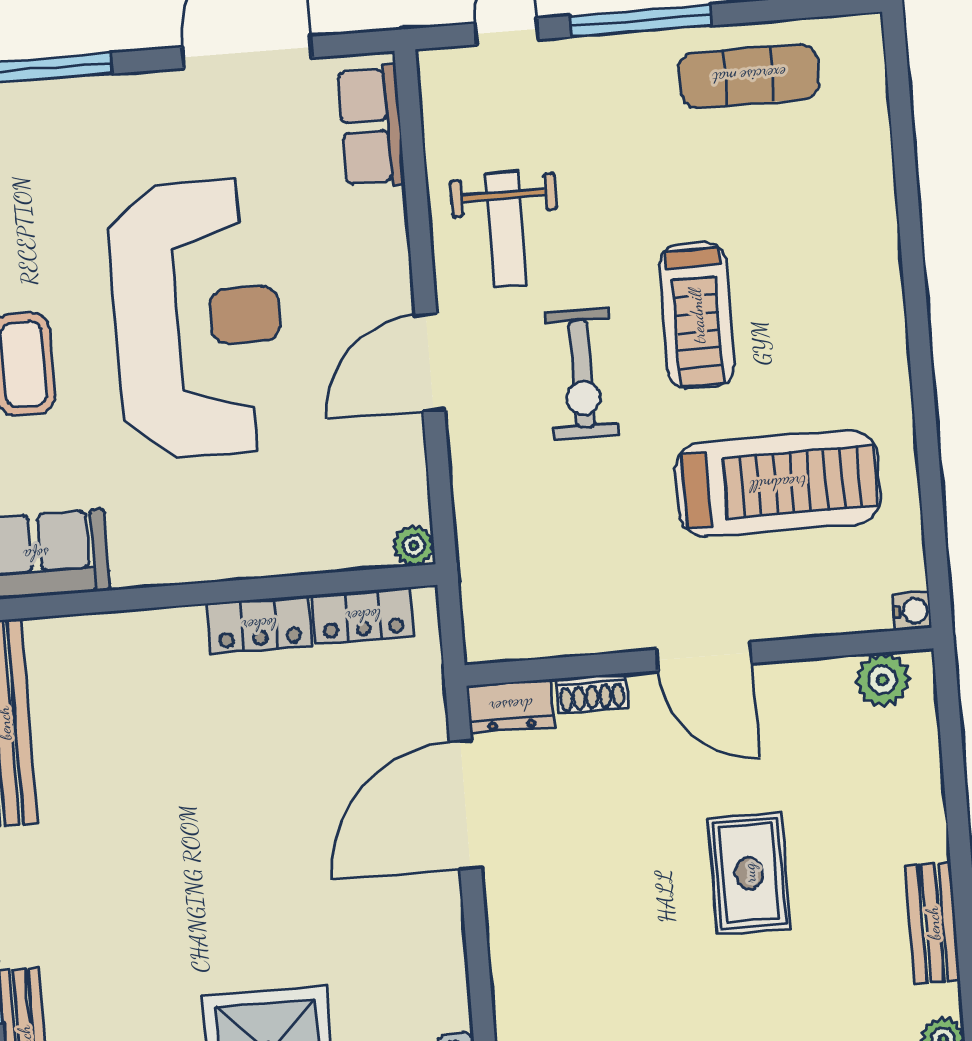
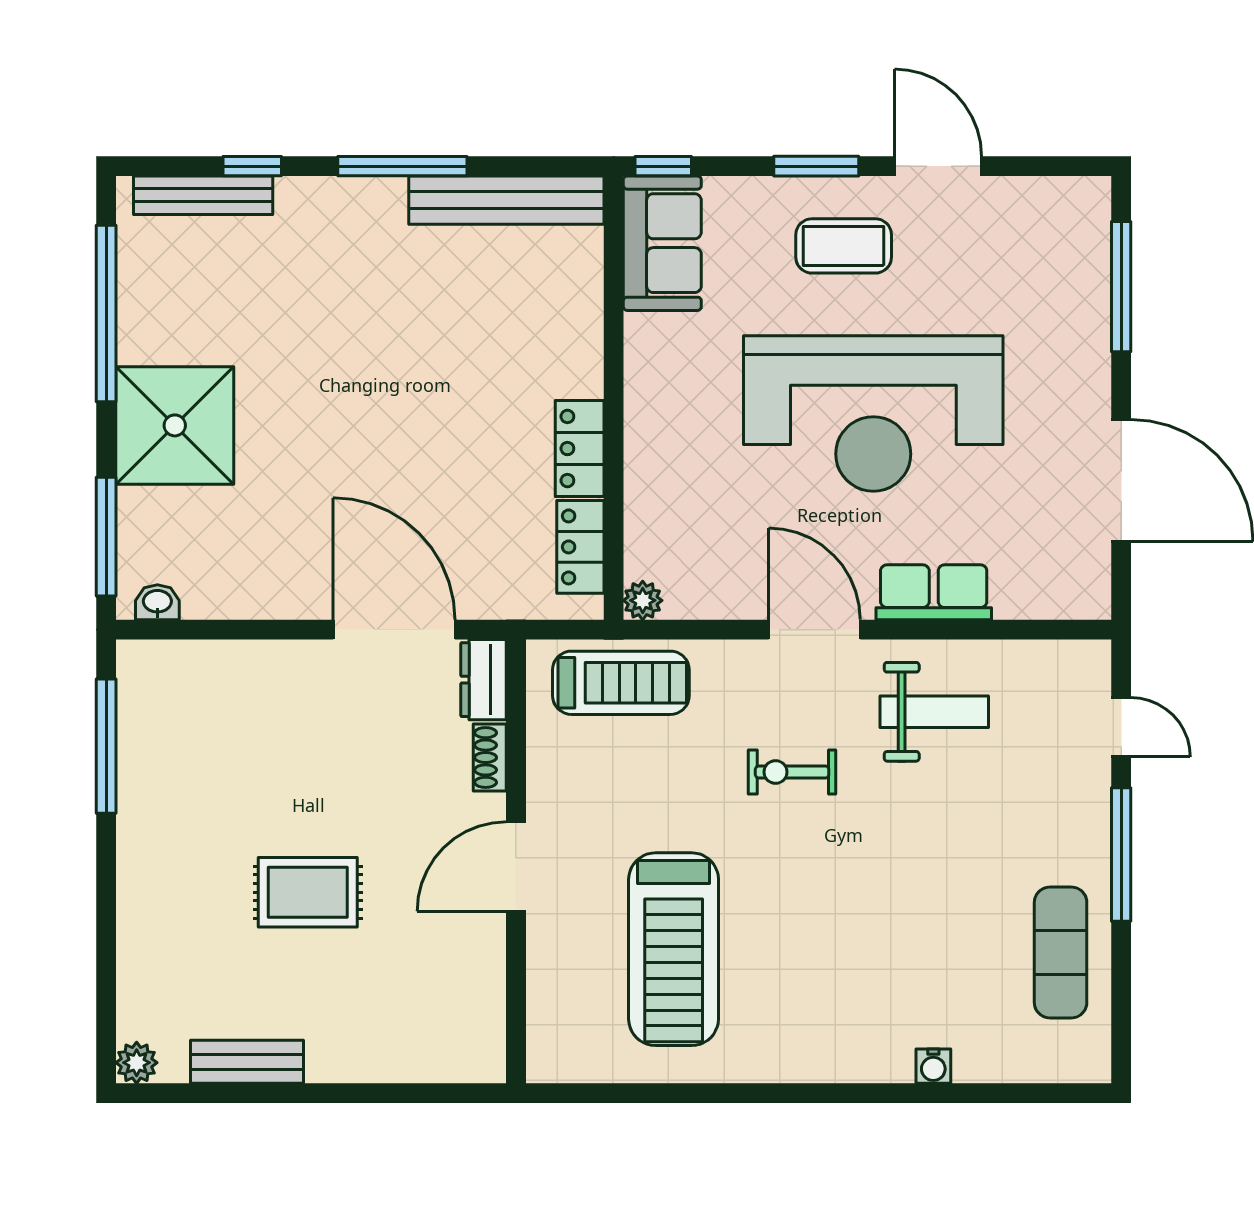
row of seats: (371, 126) -> (934, 592), moved
weight bench: (506, 229) -> (934, 712), turned 180
treadmill: (697, 316) -> (621, 683), moved, turned 180
exercise bike: (582, 374) -> (792, 772), width x0.73, depth x0.72
water cooler: (912, 611) -> (933, 1066), moved
plant: (882, 680) -> (480, 1033), removed

